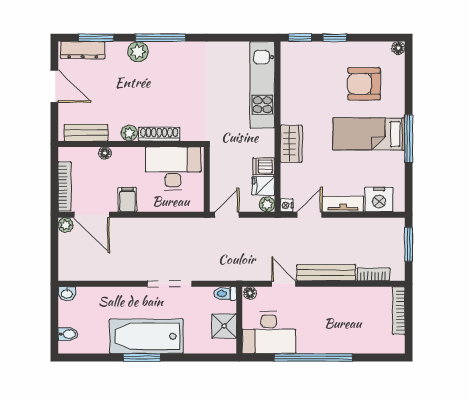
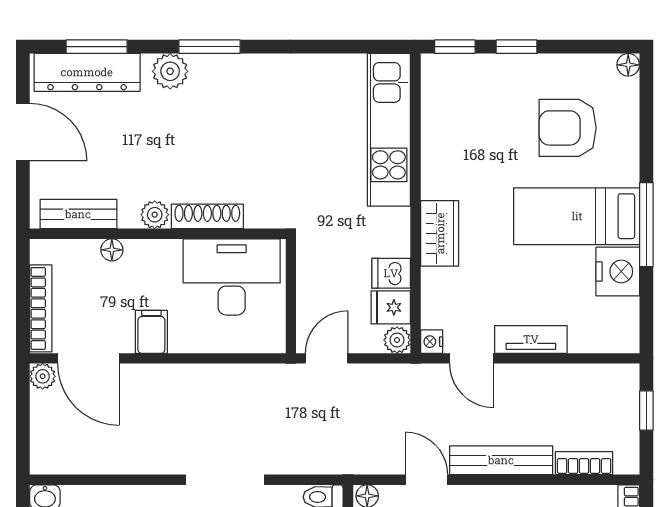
window: (160, 38) -> (209, 47), width x0.69
dresser: (83, 50) -> (87, 72), width x1.37, depth x1.24
nightstand: (379, 200) -> (618, 271), moved, turned -90
door: (309, 215) -> (472, 358), swing flipped
window: (409, 244) -> (646, 410), width x0.67

